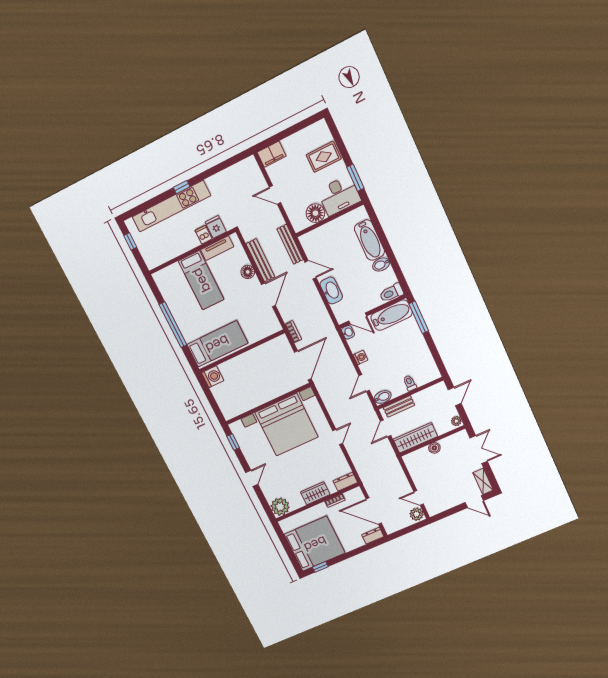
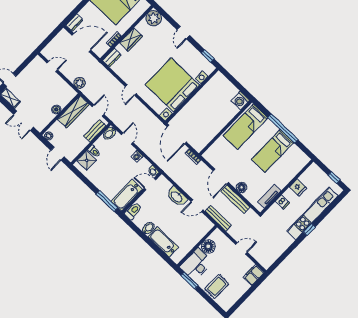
fridge: (216, 227) -> (298, 188), moved
bed: (201, 280) -> (273, 151), moved, turned -90
shower: (423, 375) -> (87, 160), added
plant: (417, 514) -> (80, 83), moved

